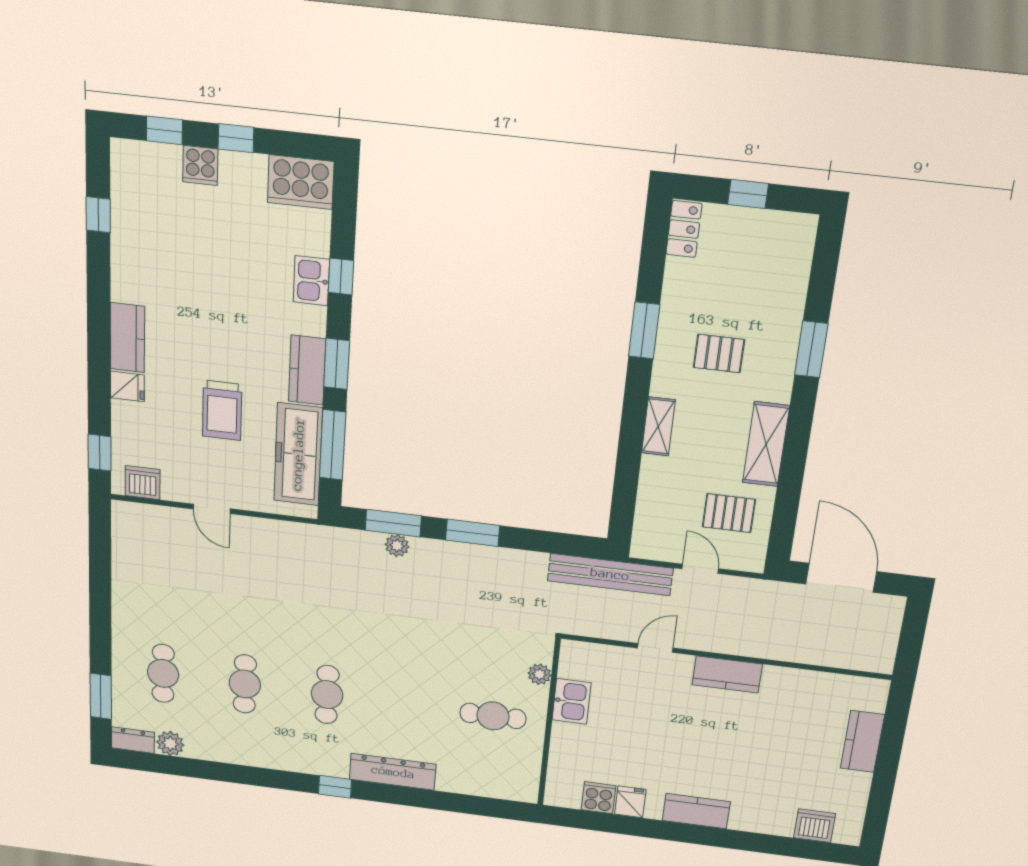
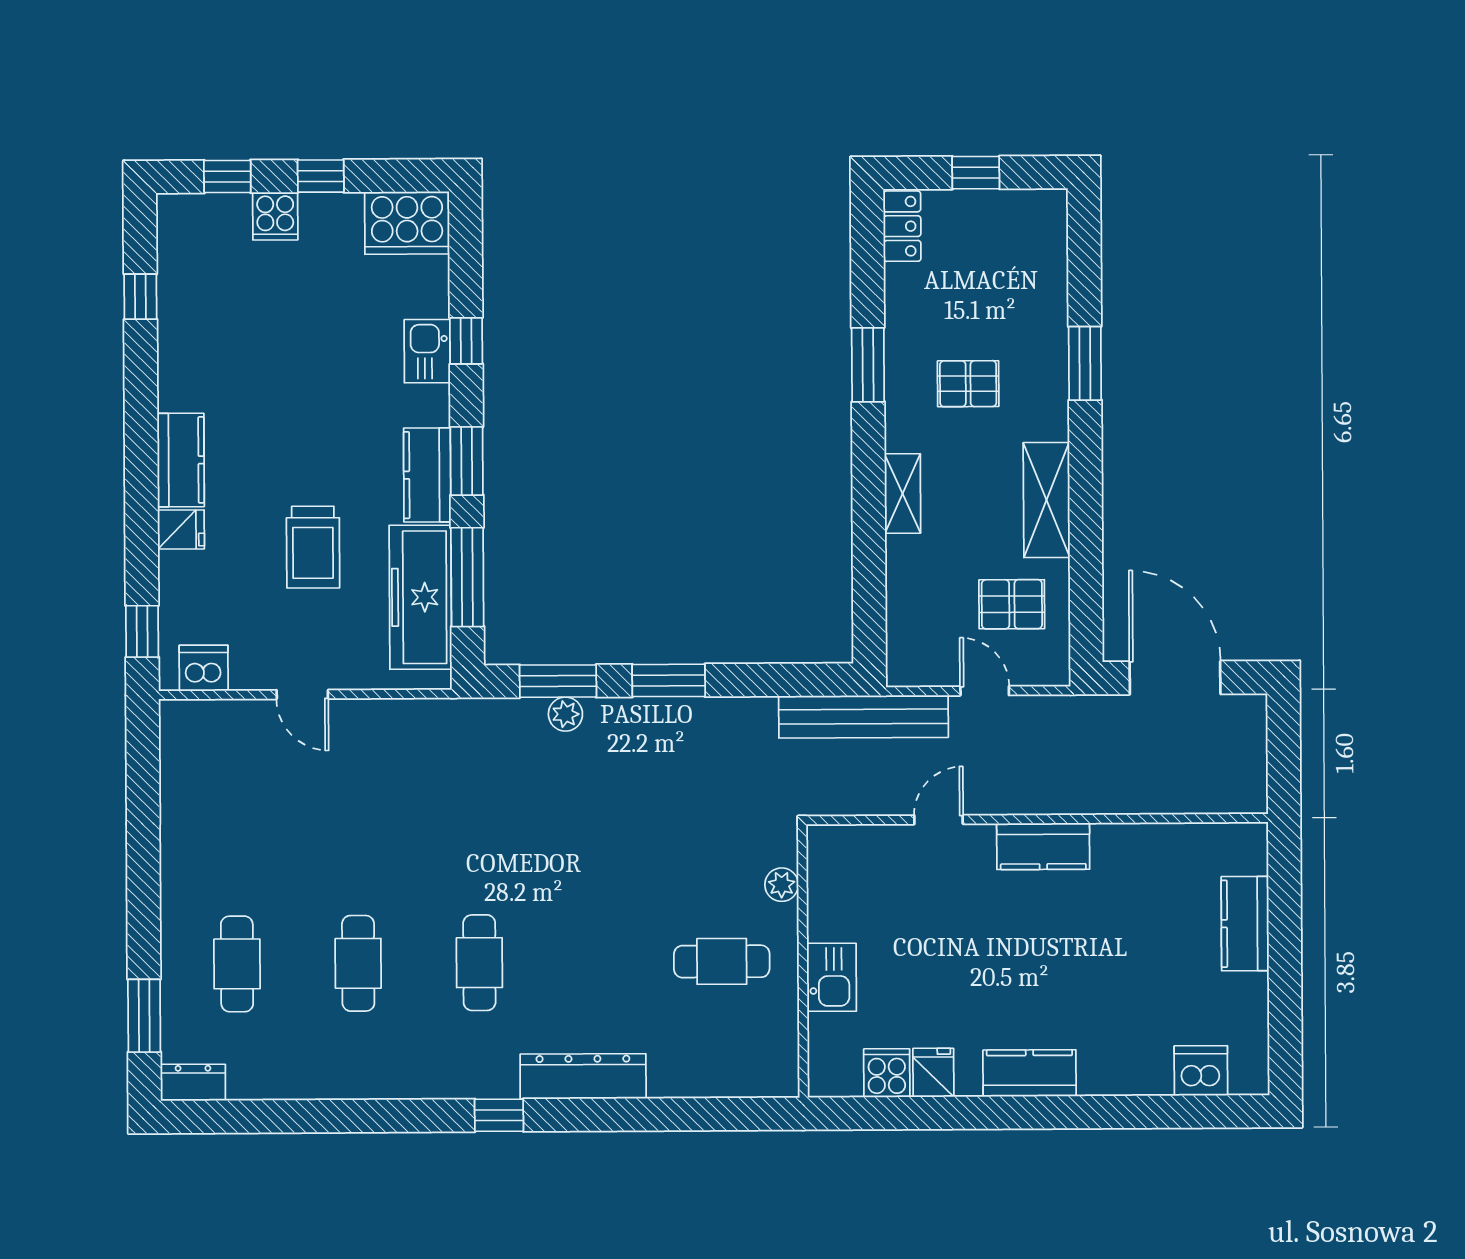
kitchen sink: (572, 701) -> (832, 977), moved
plant: (170, 743) -> (249, 1080), removed

